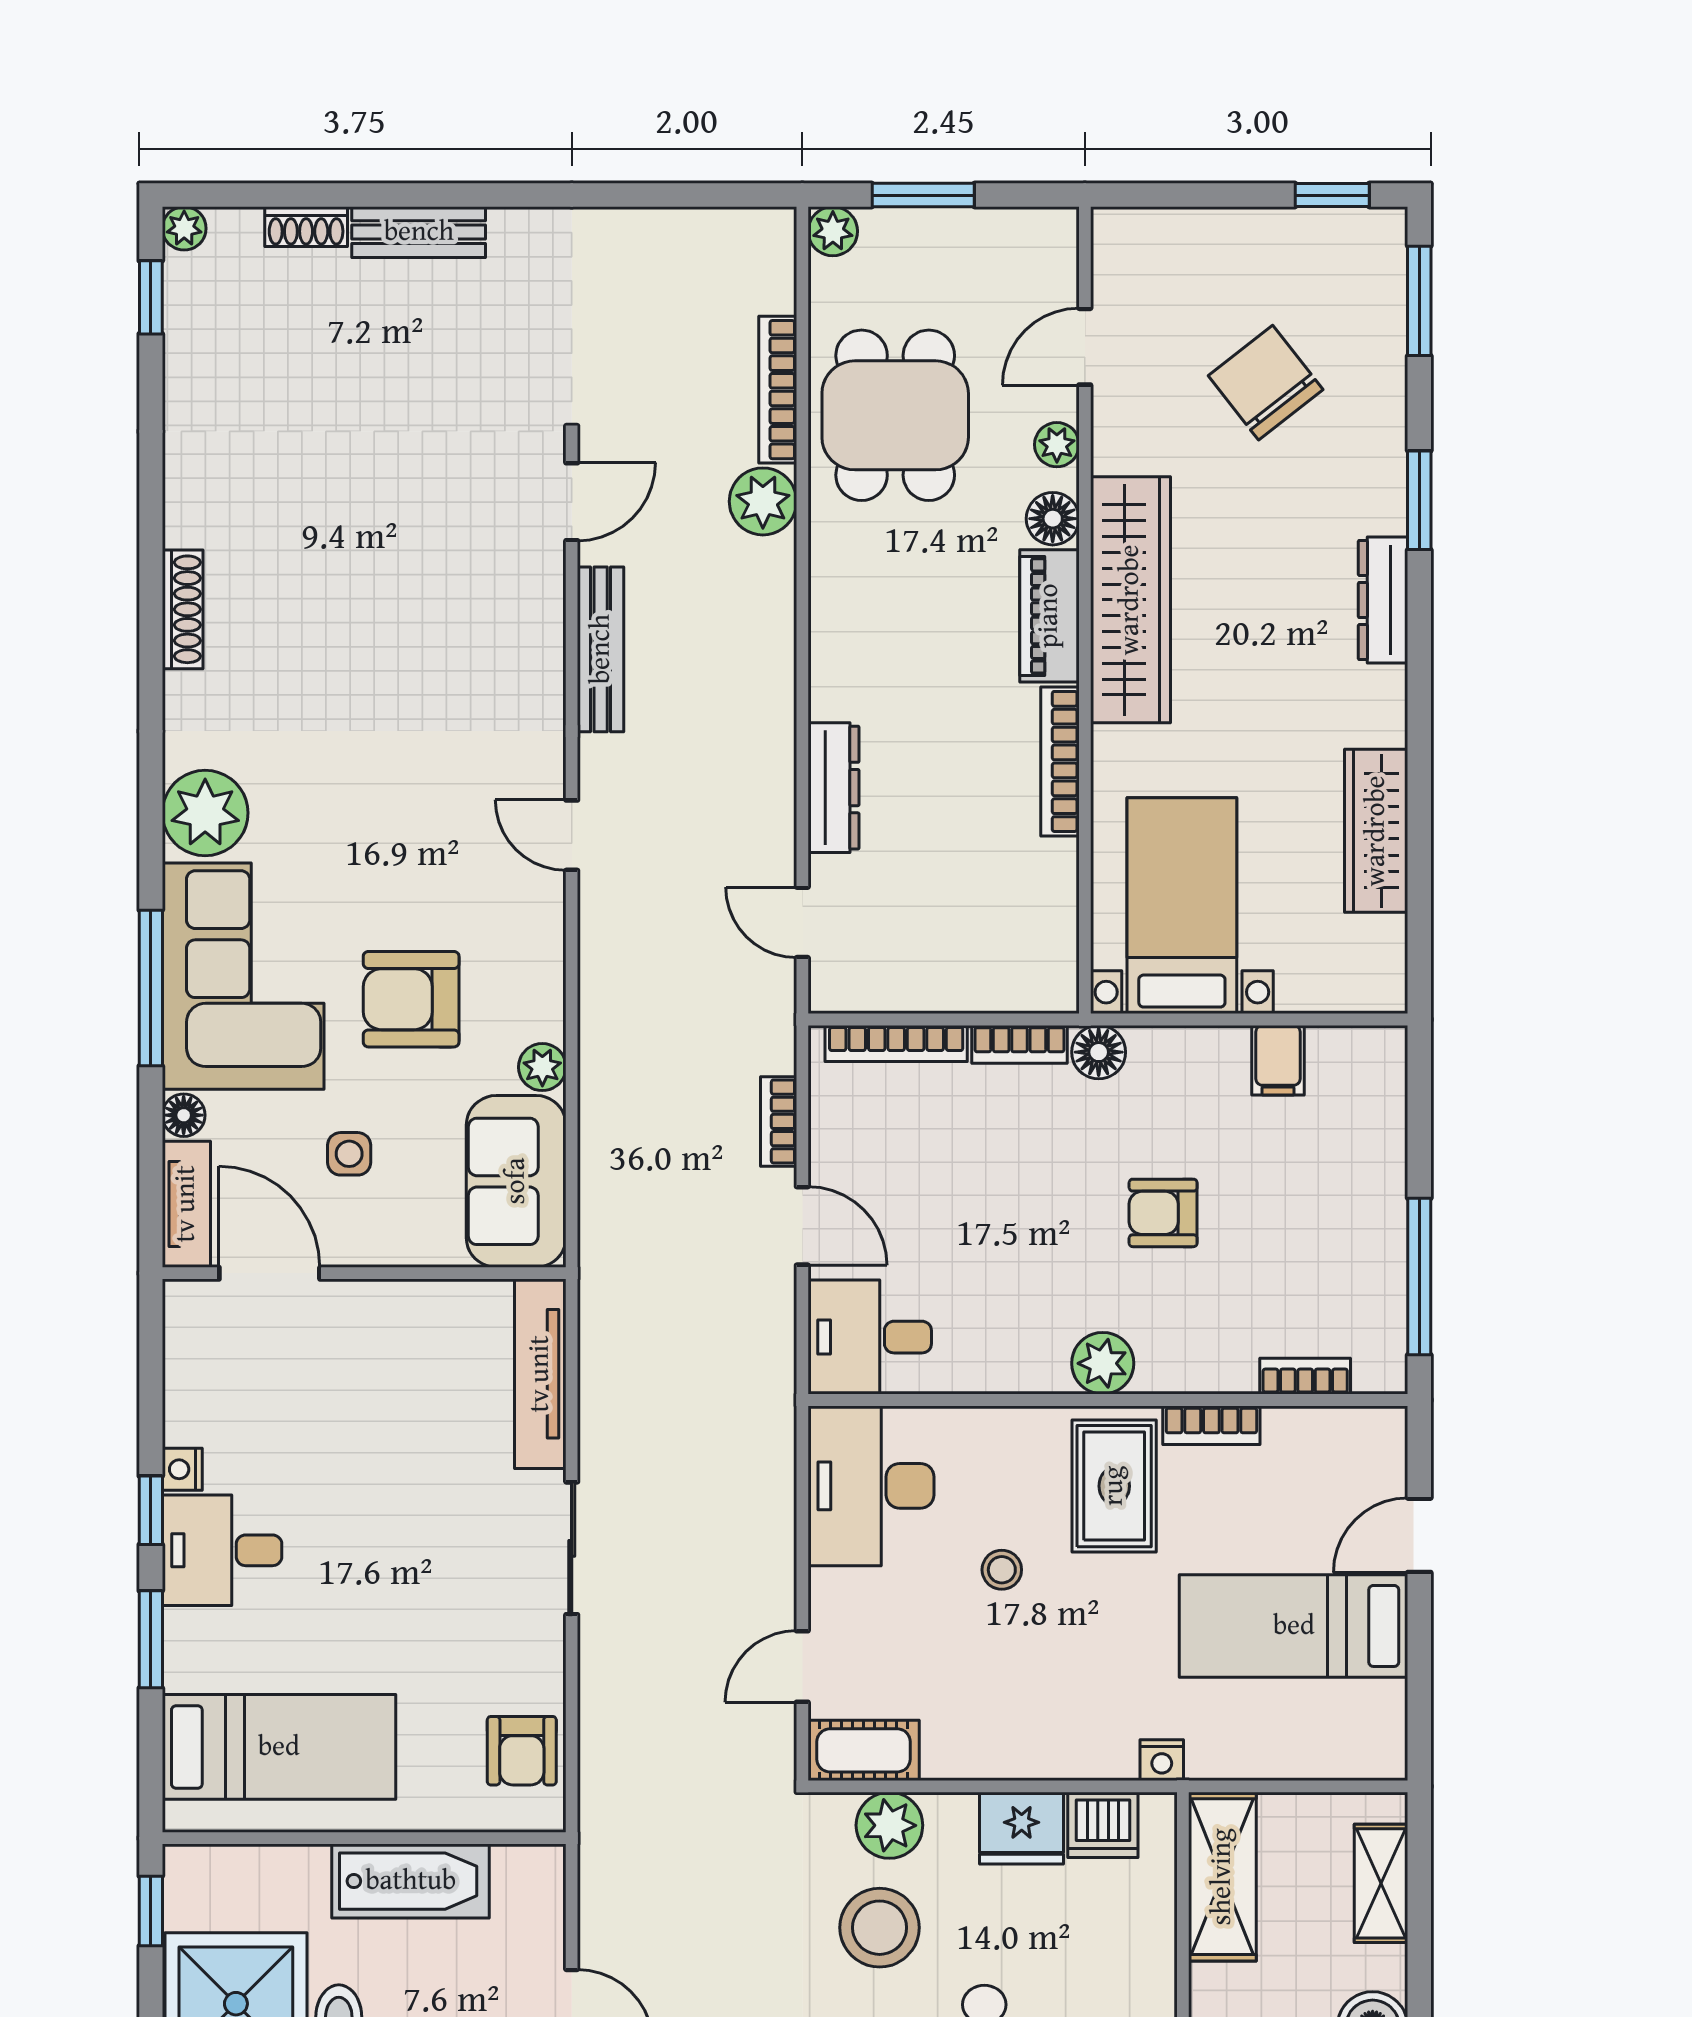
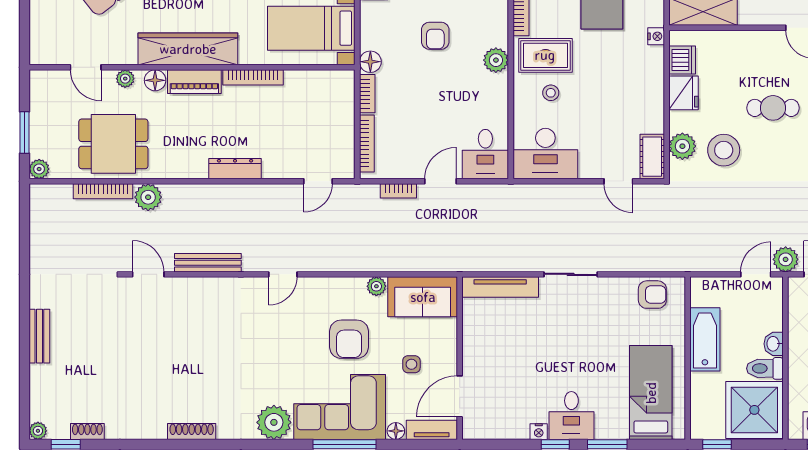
shoe rack: (306, 227) -> (87, 432), moved, turned -90
dresser: (834, 788) -> (235, 169), moved
stool: (1002, 1570) -> (551, 93), moved

